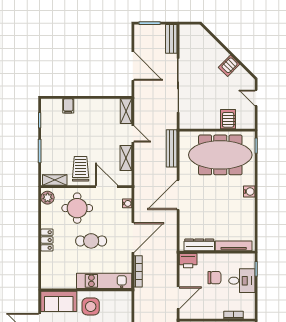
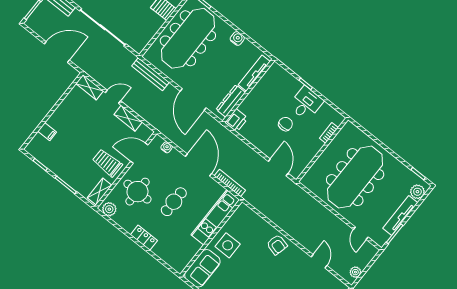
dresser: (199, 245) -> (231, 101), moved
tv unit: (234, 246) -> (254, 73), moved
wall: (217, 252) -> (248, 91), moved
printer: (188, 261) -> (236, 120), moved

